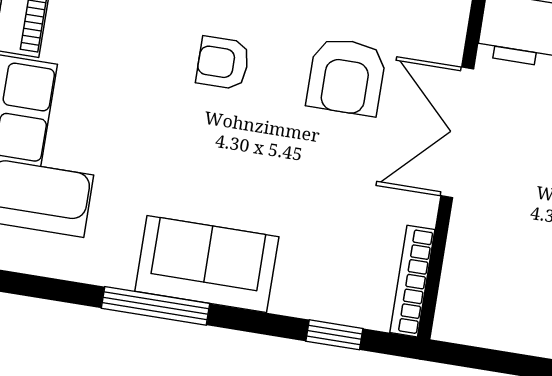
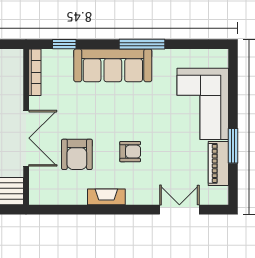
armchair: (346, 76) -> (77, 154), turned 180
sofa: (207, 264) -> (113, 65), width x1.36

